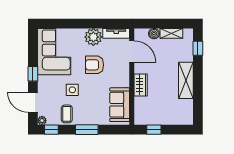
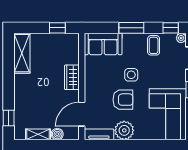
door: (132, 52) -> (82, 114), hinge flipped
shelving: (186, 80) -> (22, 53), moved
side table: (72, 90) -> (131, 75), moved
sofa: (120, 105) -> (103, 44), moved, turned 90

